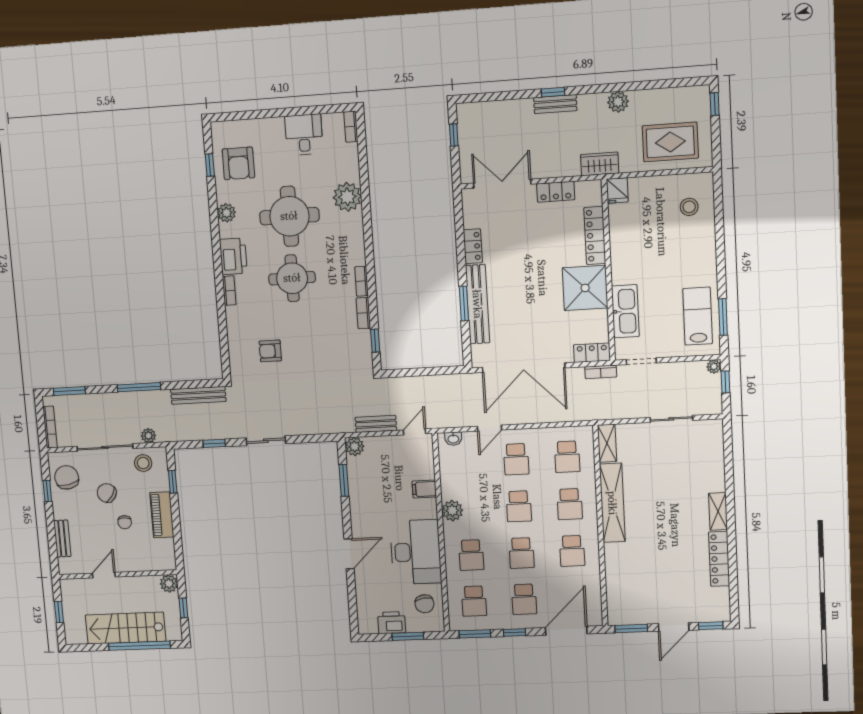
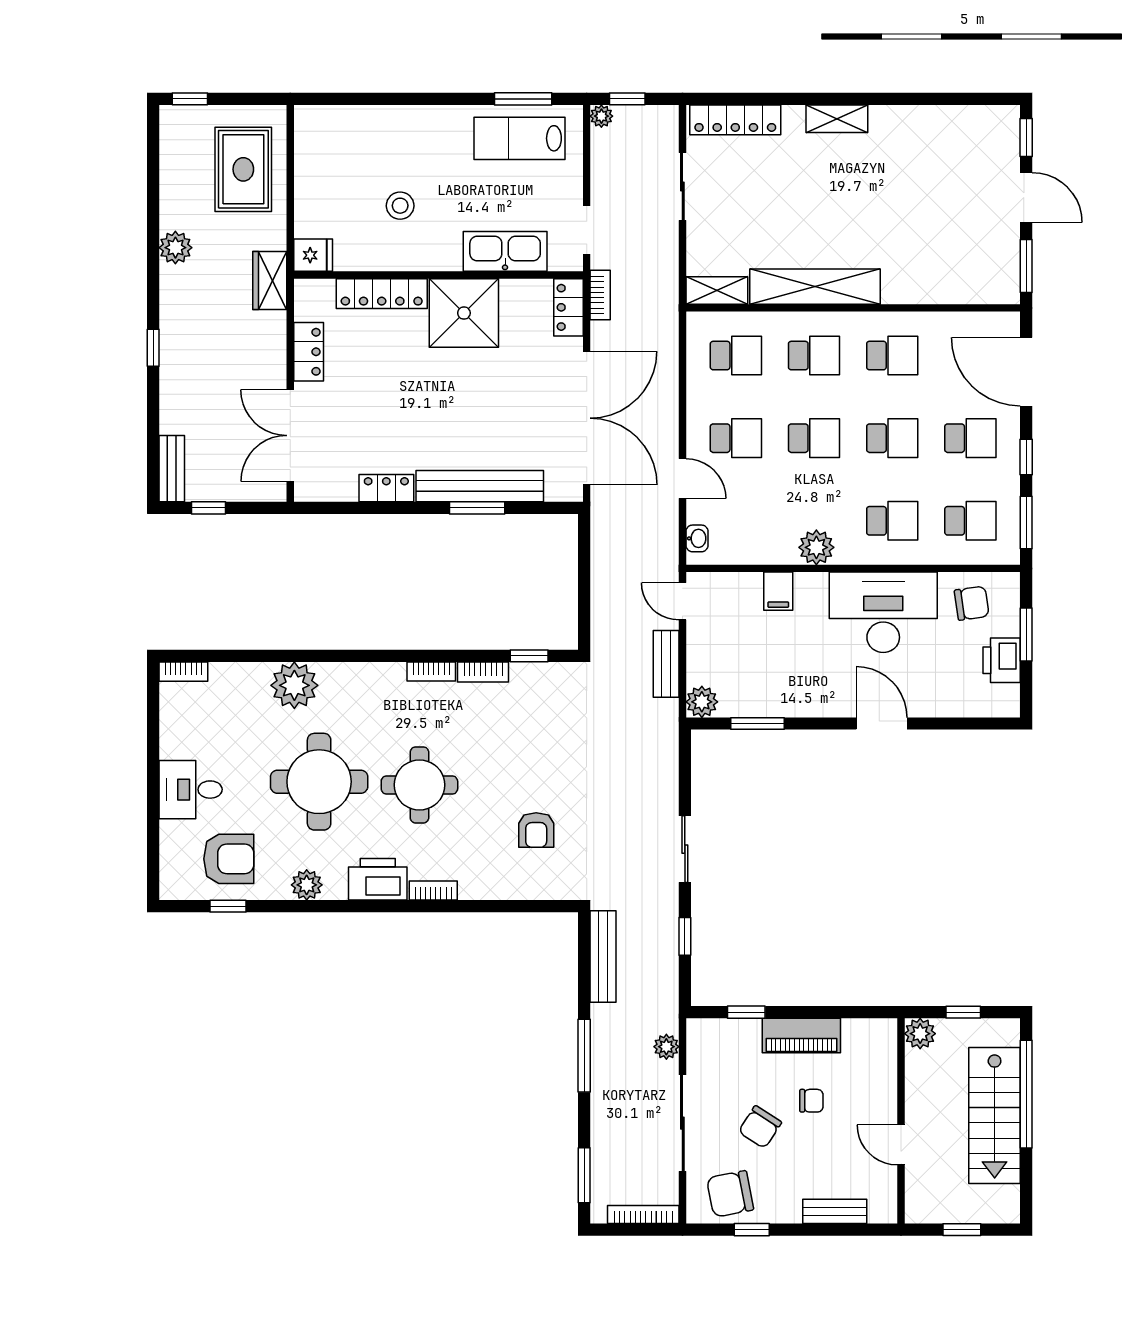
bench: (555, 104) -> (172, 469), moved
desk: (304, 135) -> (191, 790), moved
stool: (689, 207) -> (400, 206), moved
stool: (143, 463) -> (712, 1060), removed
locker: (719, 559) -> (735, 120), moved

